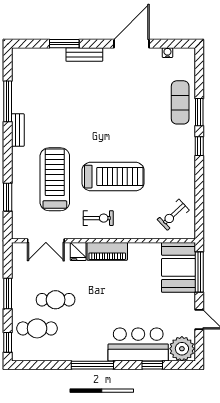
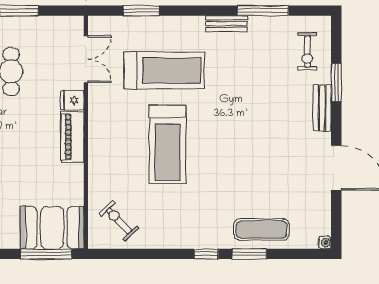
water cooler: (167, 53) -> (325, 242), moved
exercise bike: (98, 218) -> (307, 51), moved
double door: (46, 241) -> (86, 59), swing flipped

